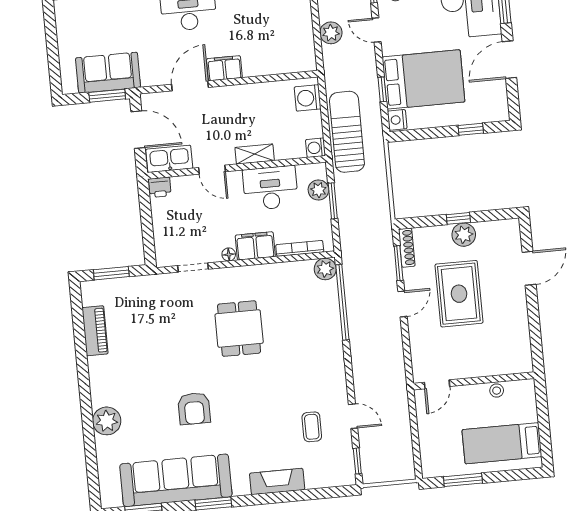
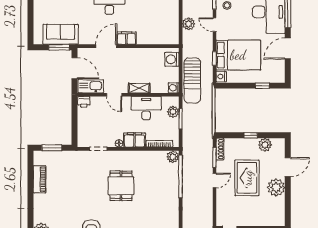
sun lounger: (347, 132) -> (192, 80), turned 180
plant: (464, 235) -> (265, 145), moved
plant: (512, 306) -> (276, 187), added

